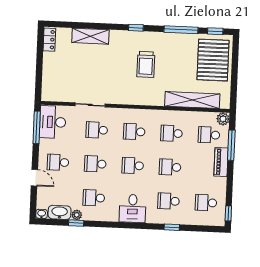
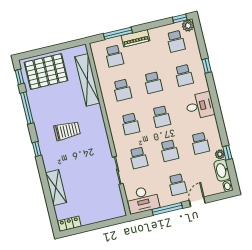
plant: (223, 119) -> (188, 26), moved
window: (37, 127) -> (167, 209), moved

